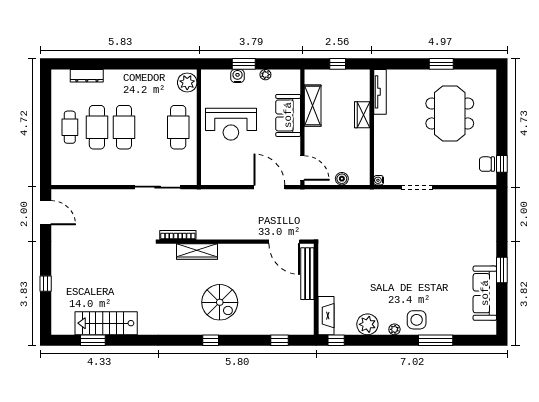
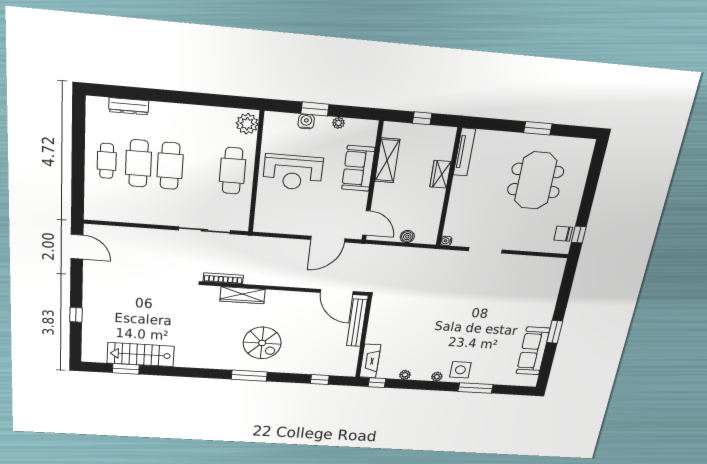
door: (269, 187) -> (328, 239), swing flipped
plant: (367, 324) -> (405, 375), width x0.53, depth x0.53
window: (211, 340) -> (249, 376), width x2.17

